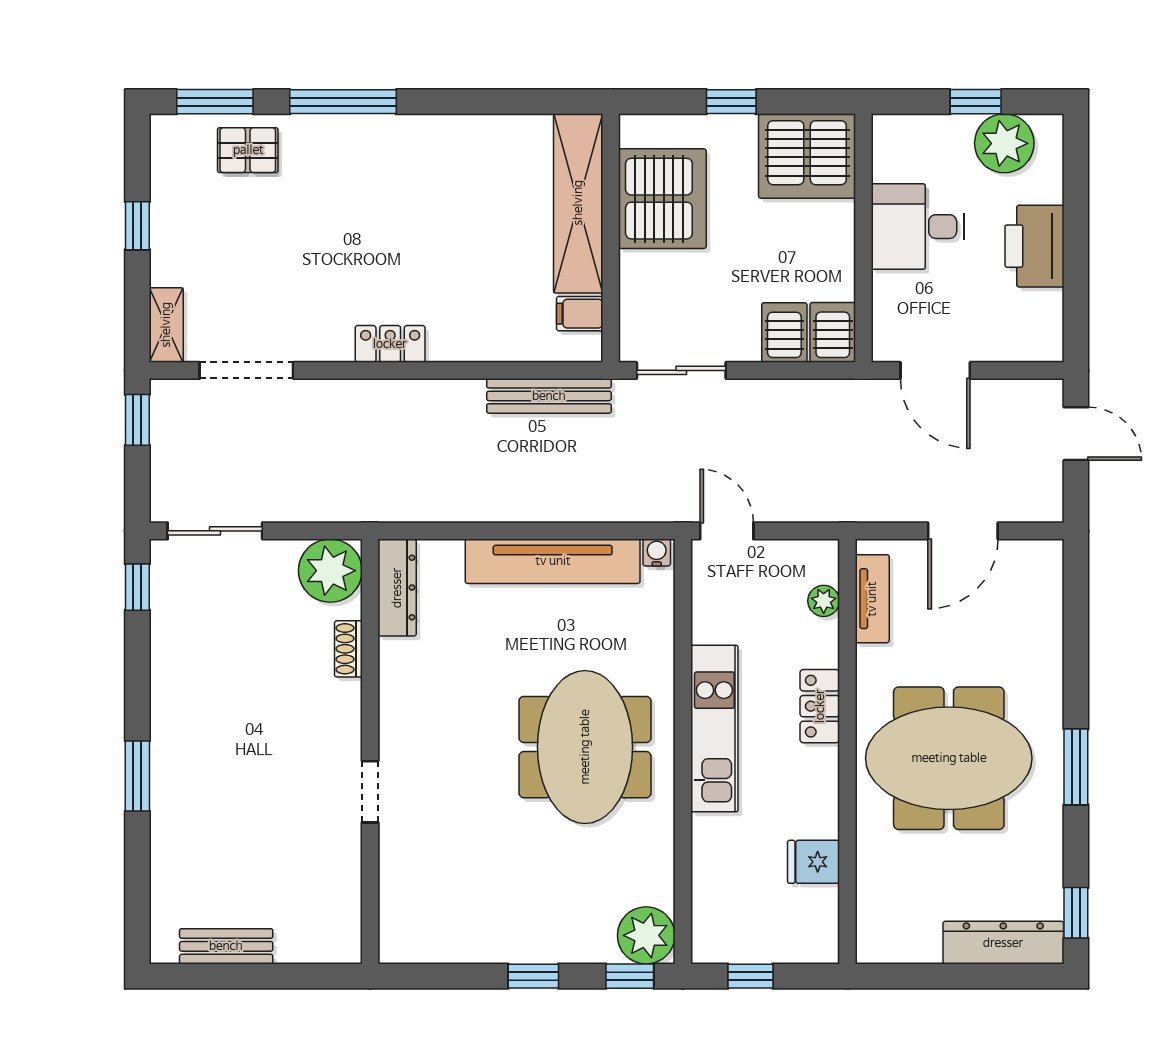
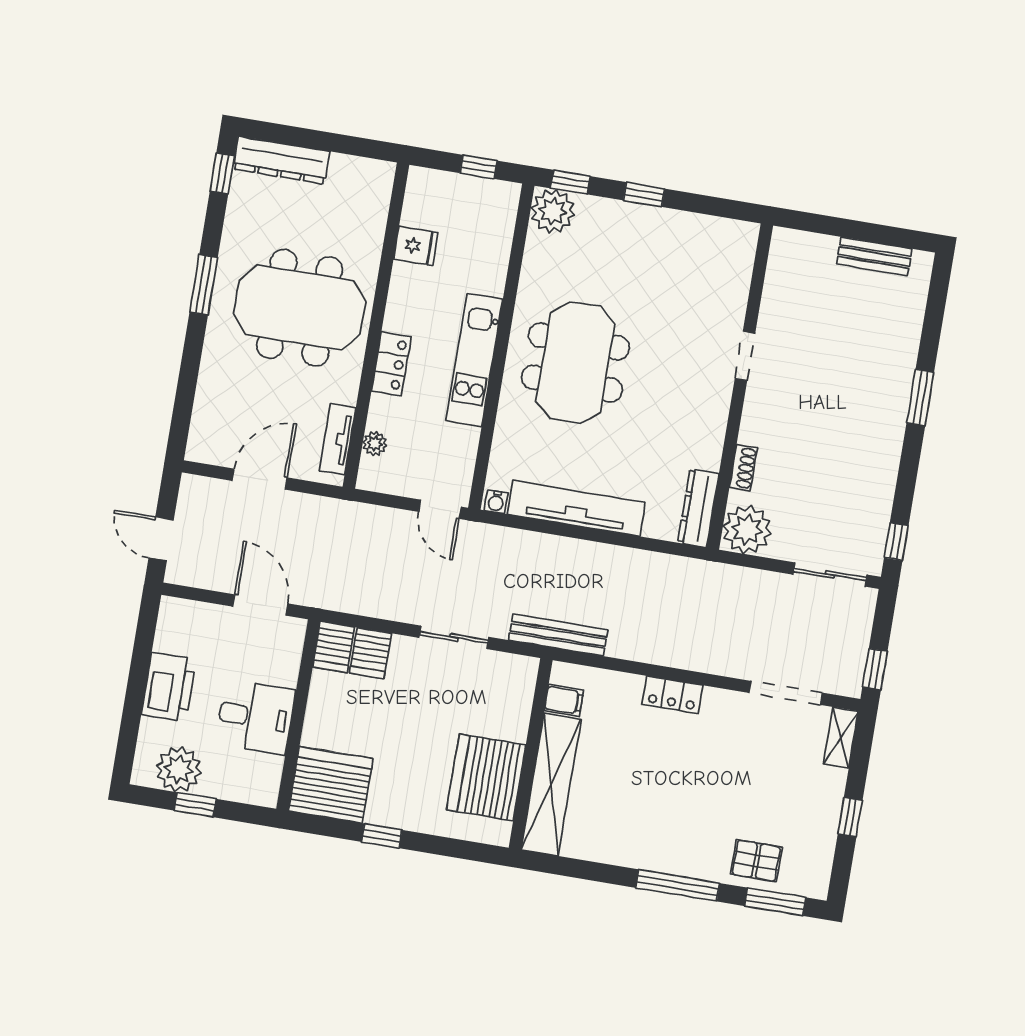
server rack: (662, 199) -> (486, 777), moved
shelving: (578, 203) -> (551, 785), moved
wall: (611, 238) -> (531, 754), moved
filing cabinet: (580, 314) -> (564, 700), moved

